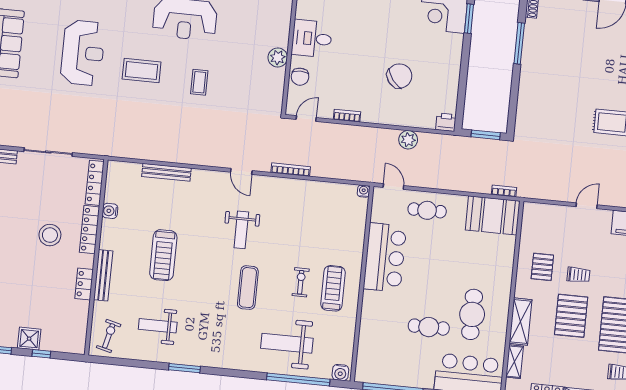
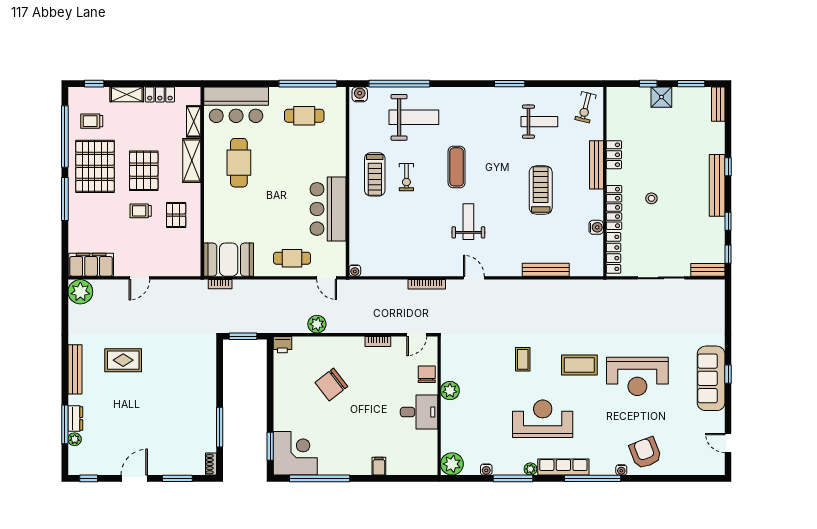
reception desk: (83, 53) -> (637, 376), turned -90
stool: (50, 235) -> (651, 198), width x0.53, depth x0.53
cafe table: (429, 327) -> (304, 116), moved

